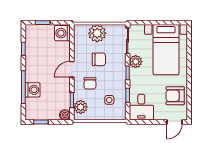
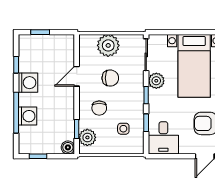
washing machine: (62, 33) -> (28, 83), moved, turned 180
door: (72, 69) -> (77, 76), moved

